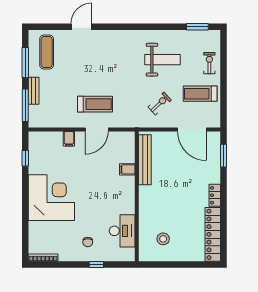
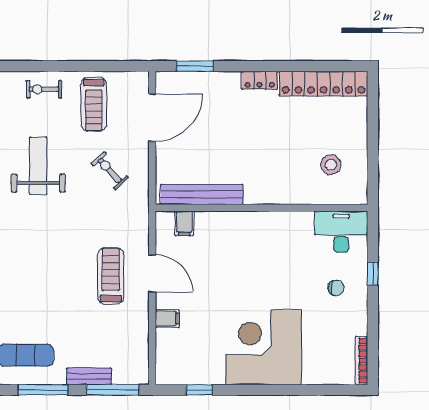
filing cabinet: (127, 169) -> (184, 223), moved
desk: (122, 231) -> (341, 232), moved

